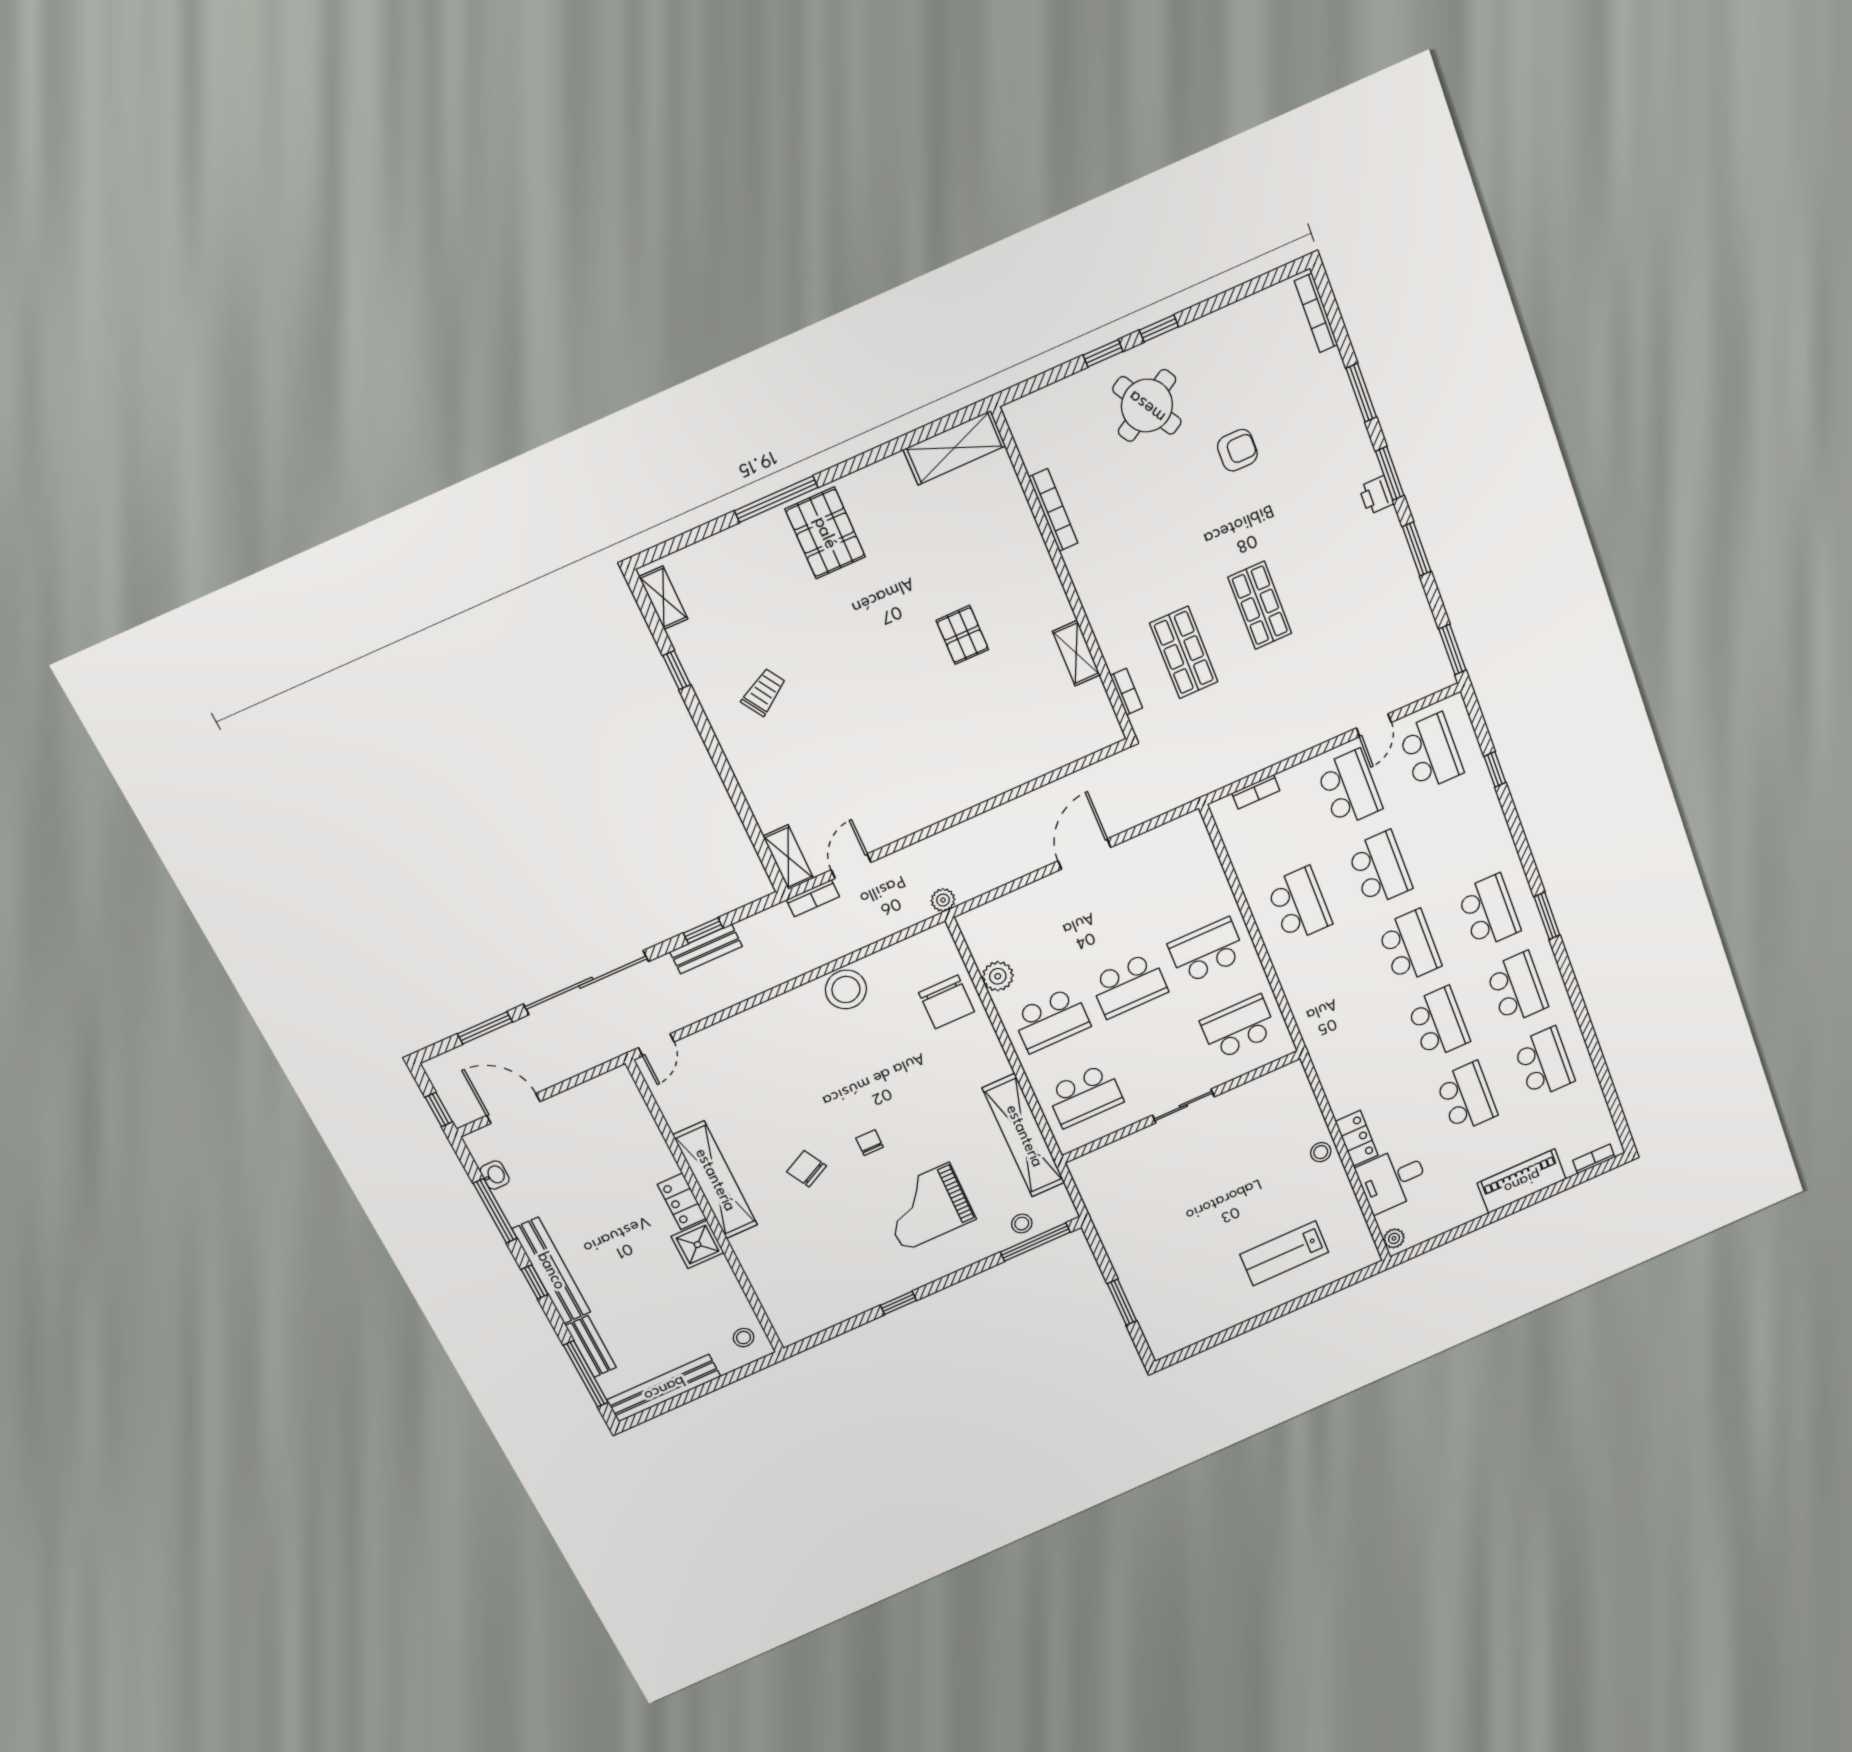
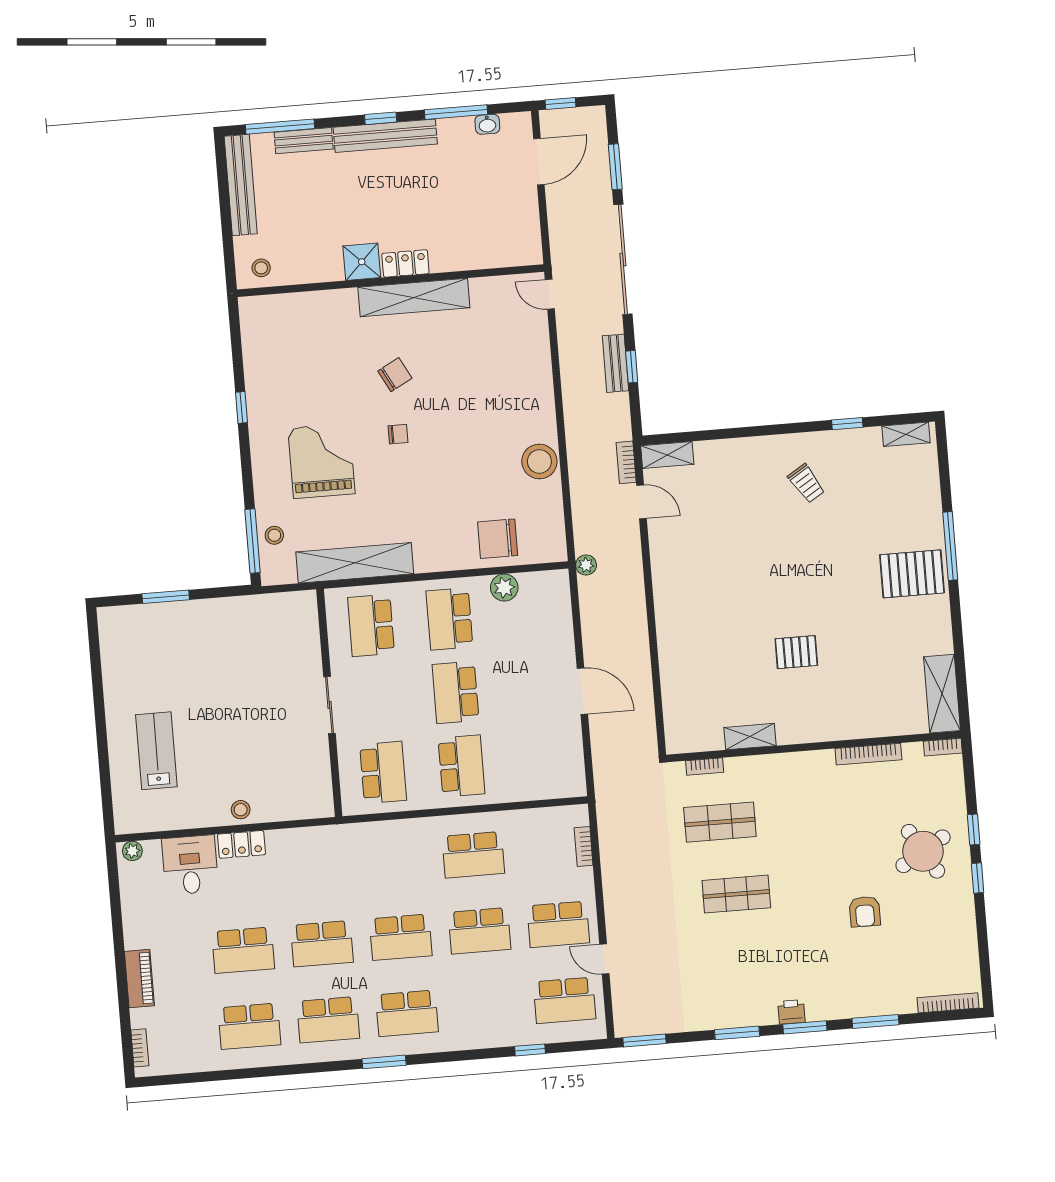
bookcase: (1017, 425) -> (943, 747), added
piano: (1522, 1181) -> (139, 979), width x0.73, depth x0.75

